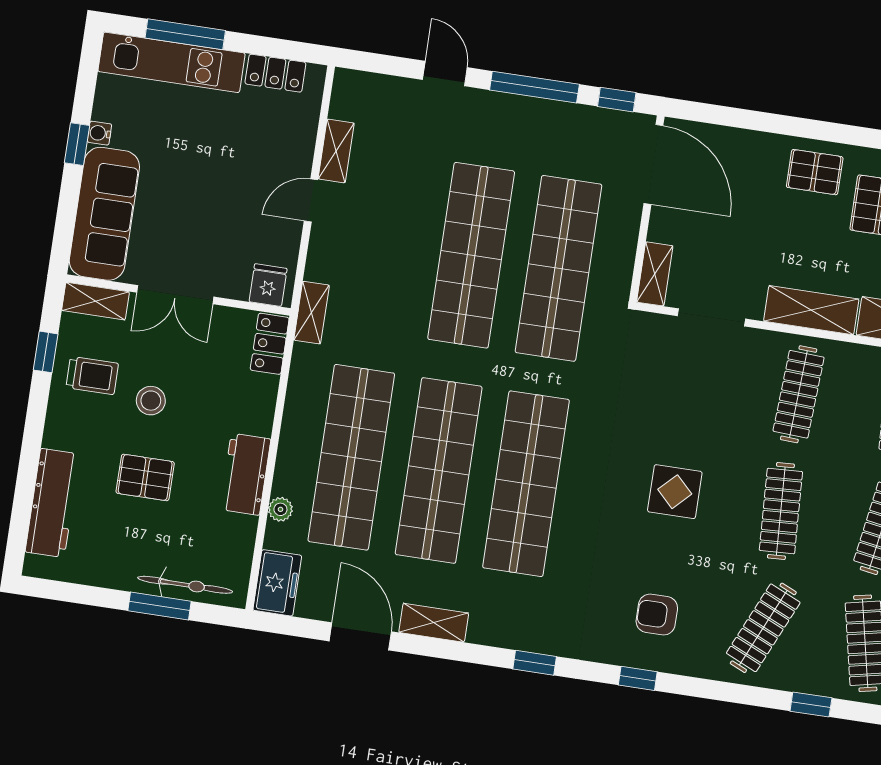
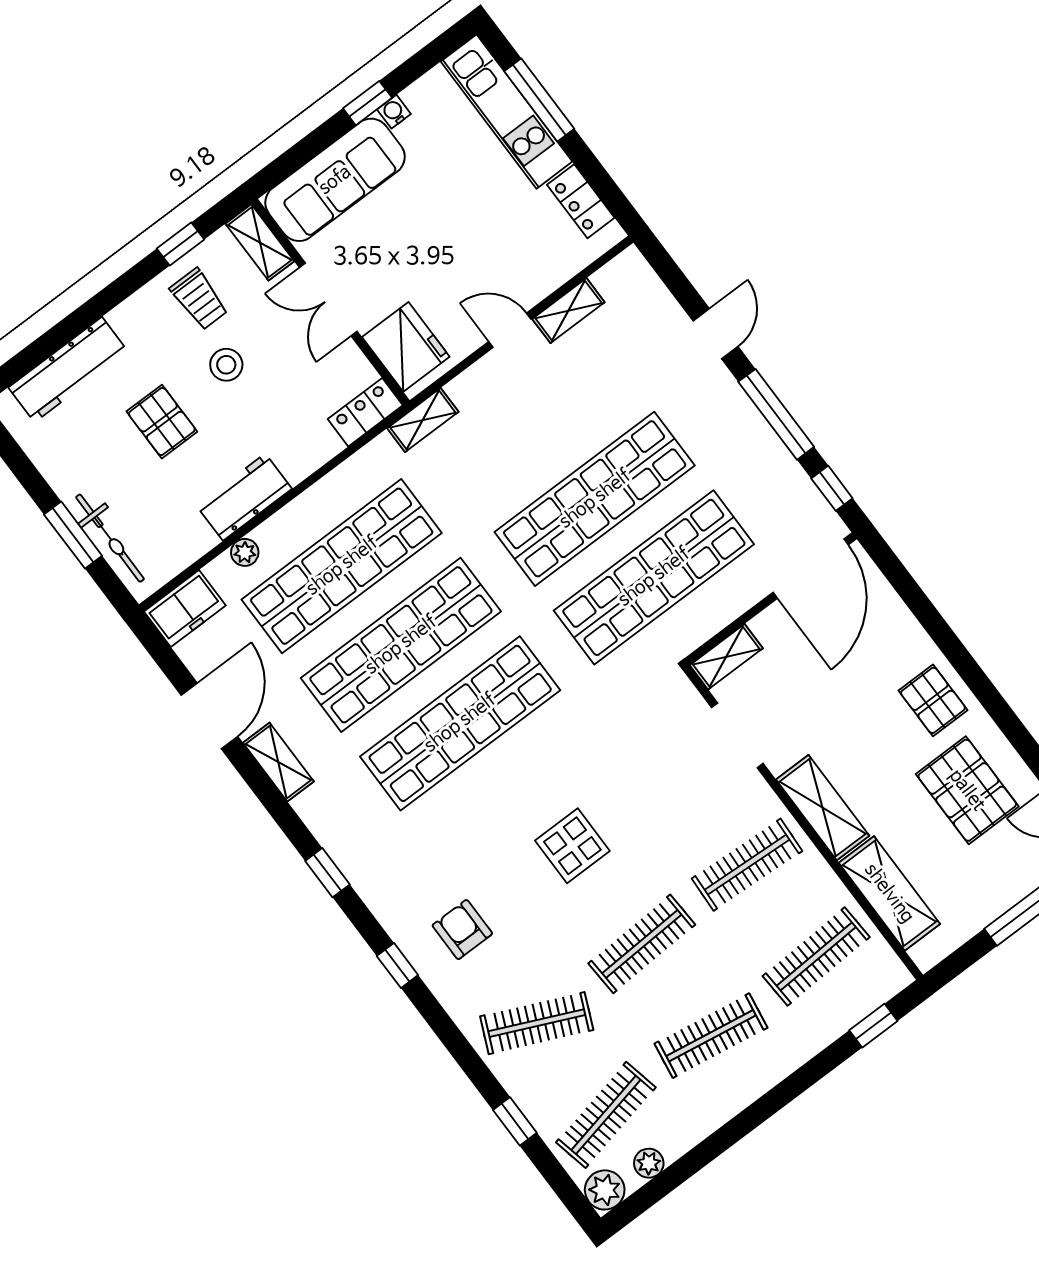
fridge: (268, 285) -> (406, 347), width x1.88, depth x1.34

